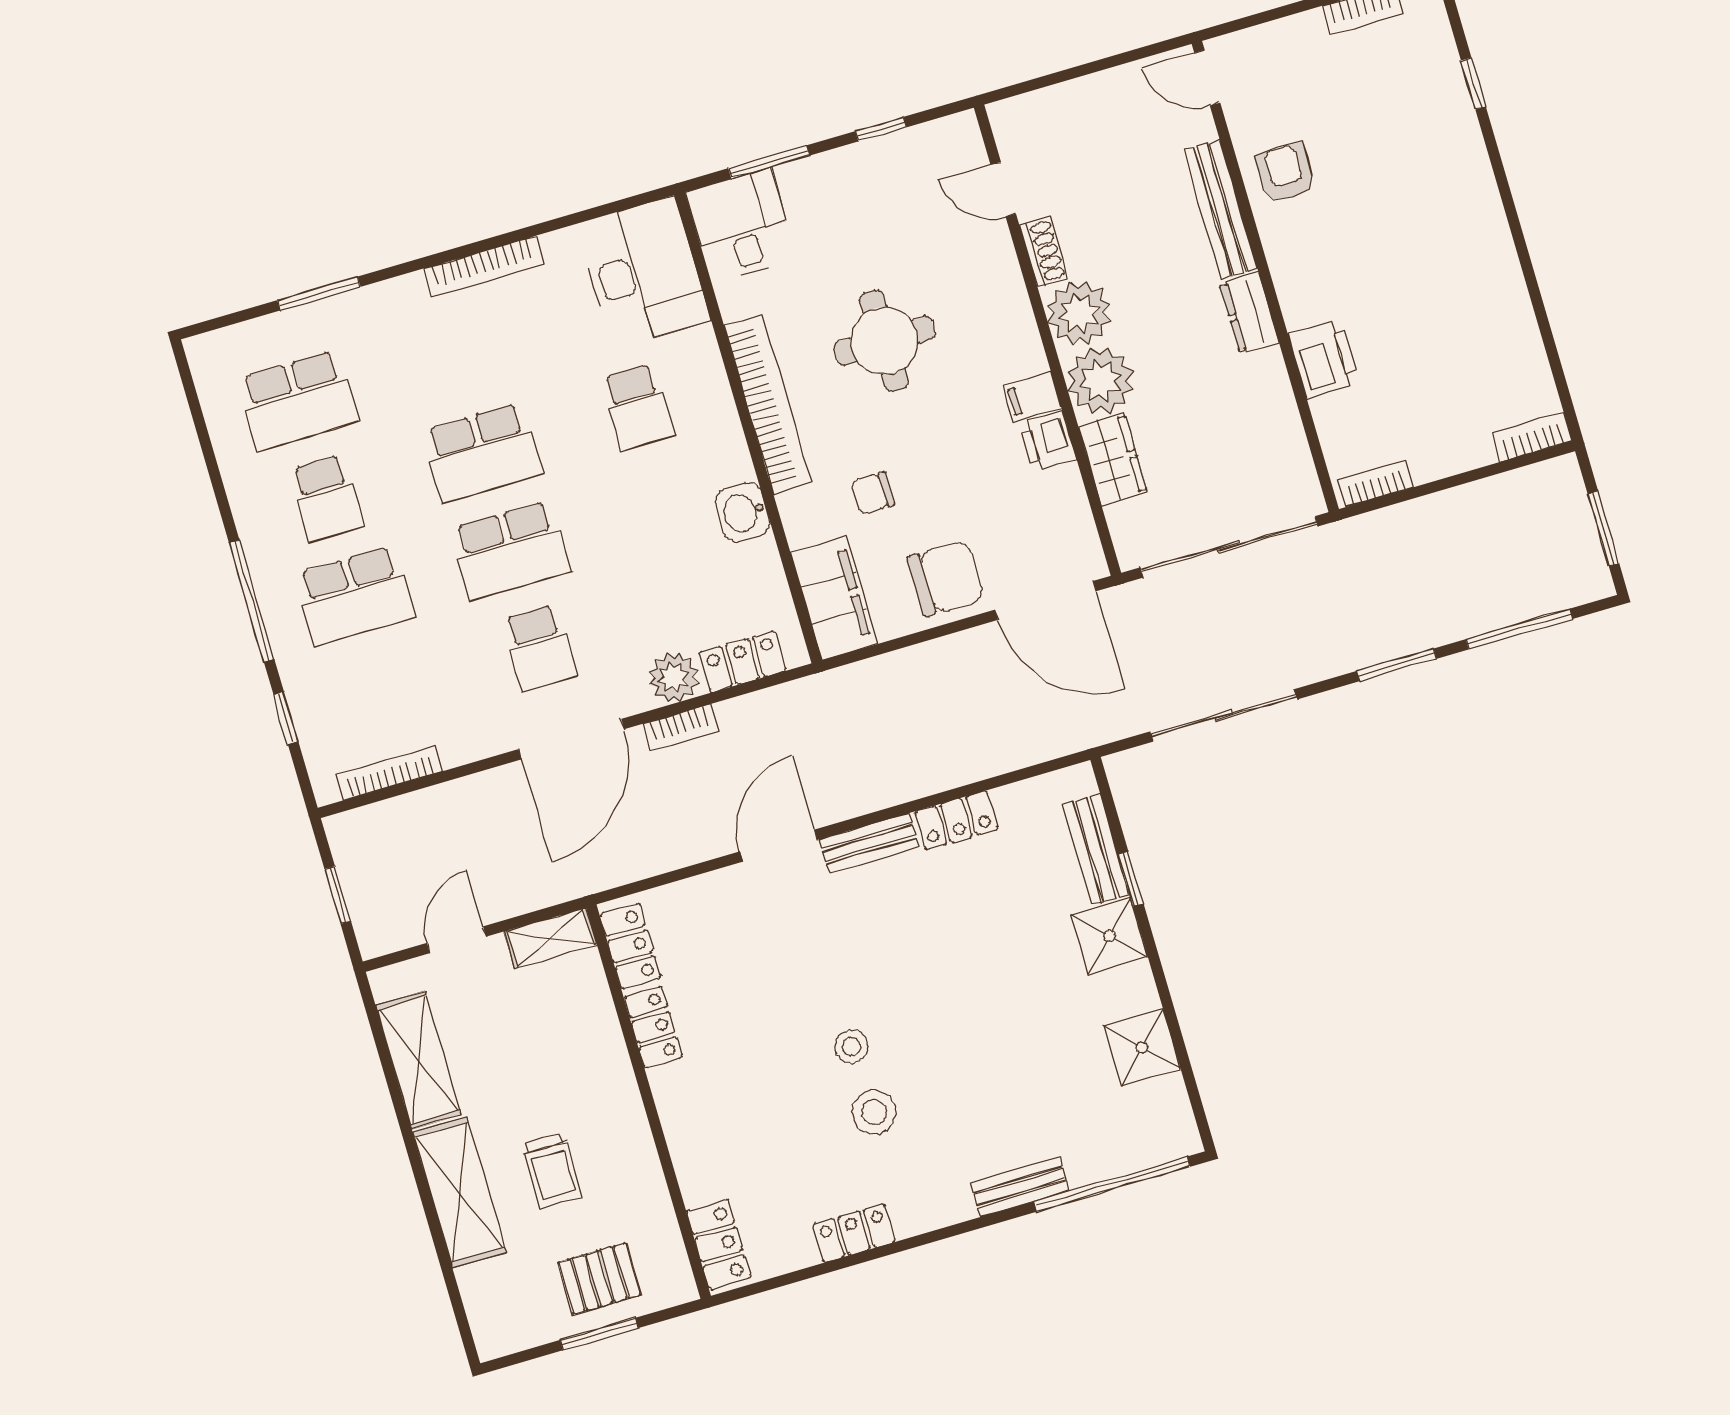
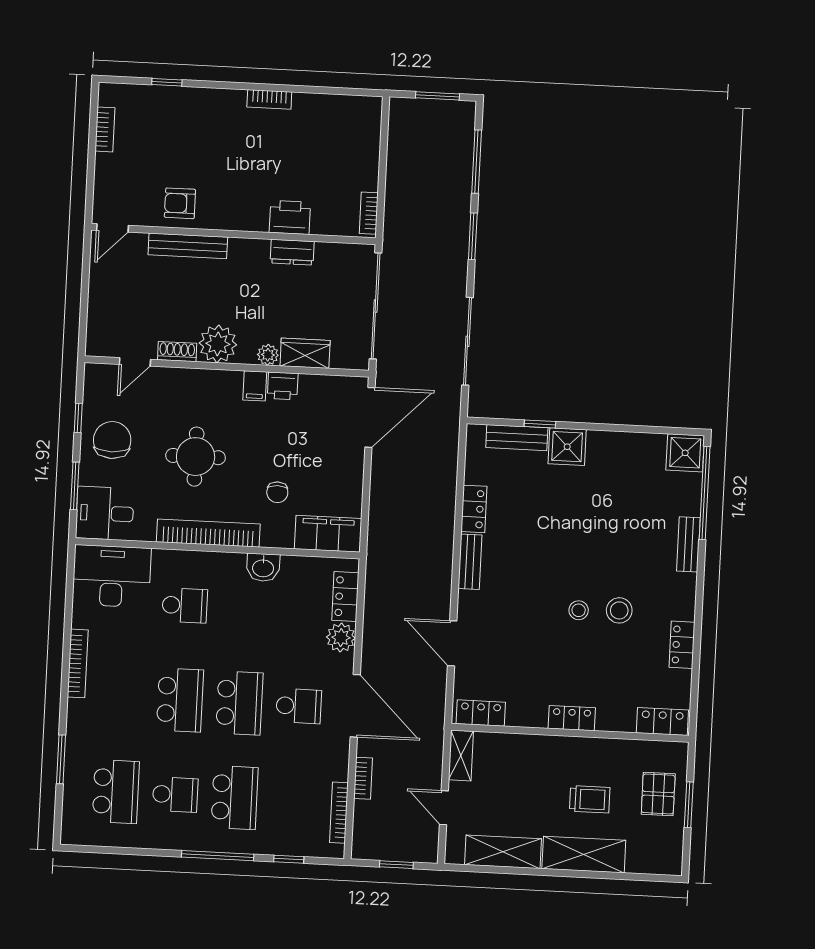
dresser: (1249, 313) -> (292, 252), moved
plant: (1100, 381) -> (268, 355), width x0.53, depth x0.53
bookcase: (1532, 437) -> (269, 99), moved, turned -90
chair: (946, 578) -> (112, 440), moved
bookcase: (681, 728) -> (363, 778), moved
door: (779, 846) -> (452, 643), moved
locker: (653, 1027) -> (572, 718), moved
shower: (1142, 1048) -> (685, 453), moved

